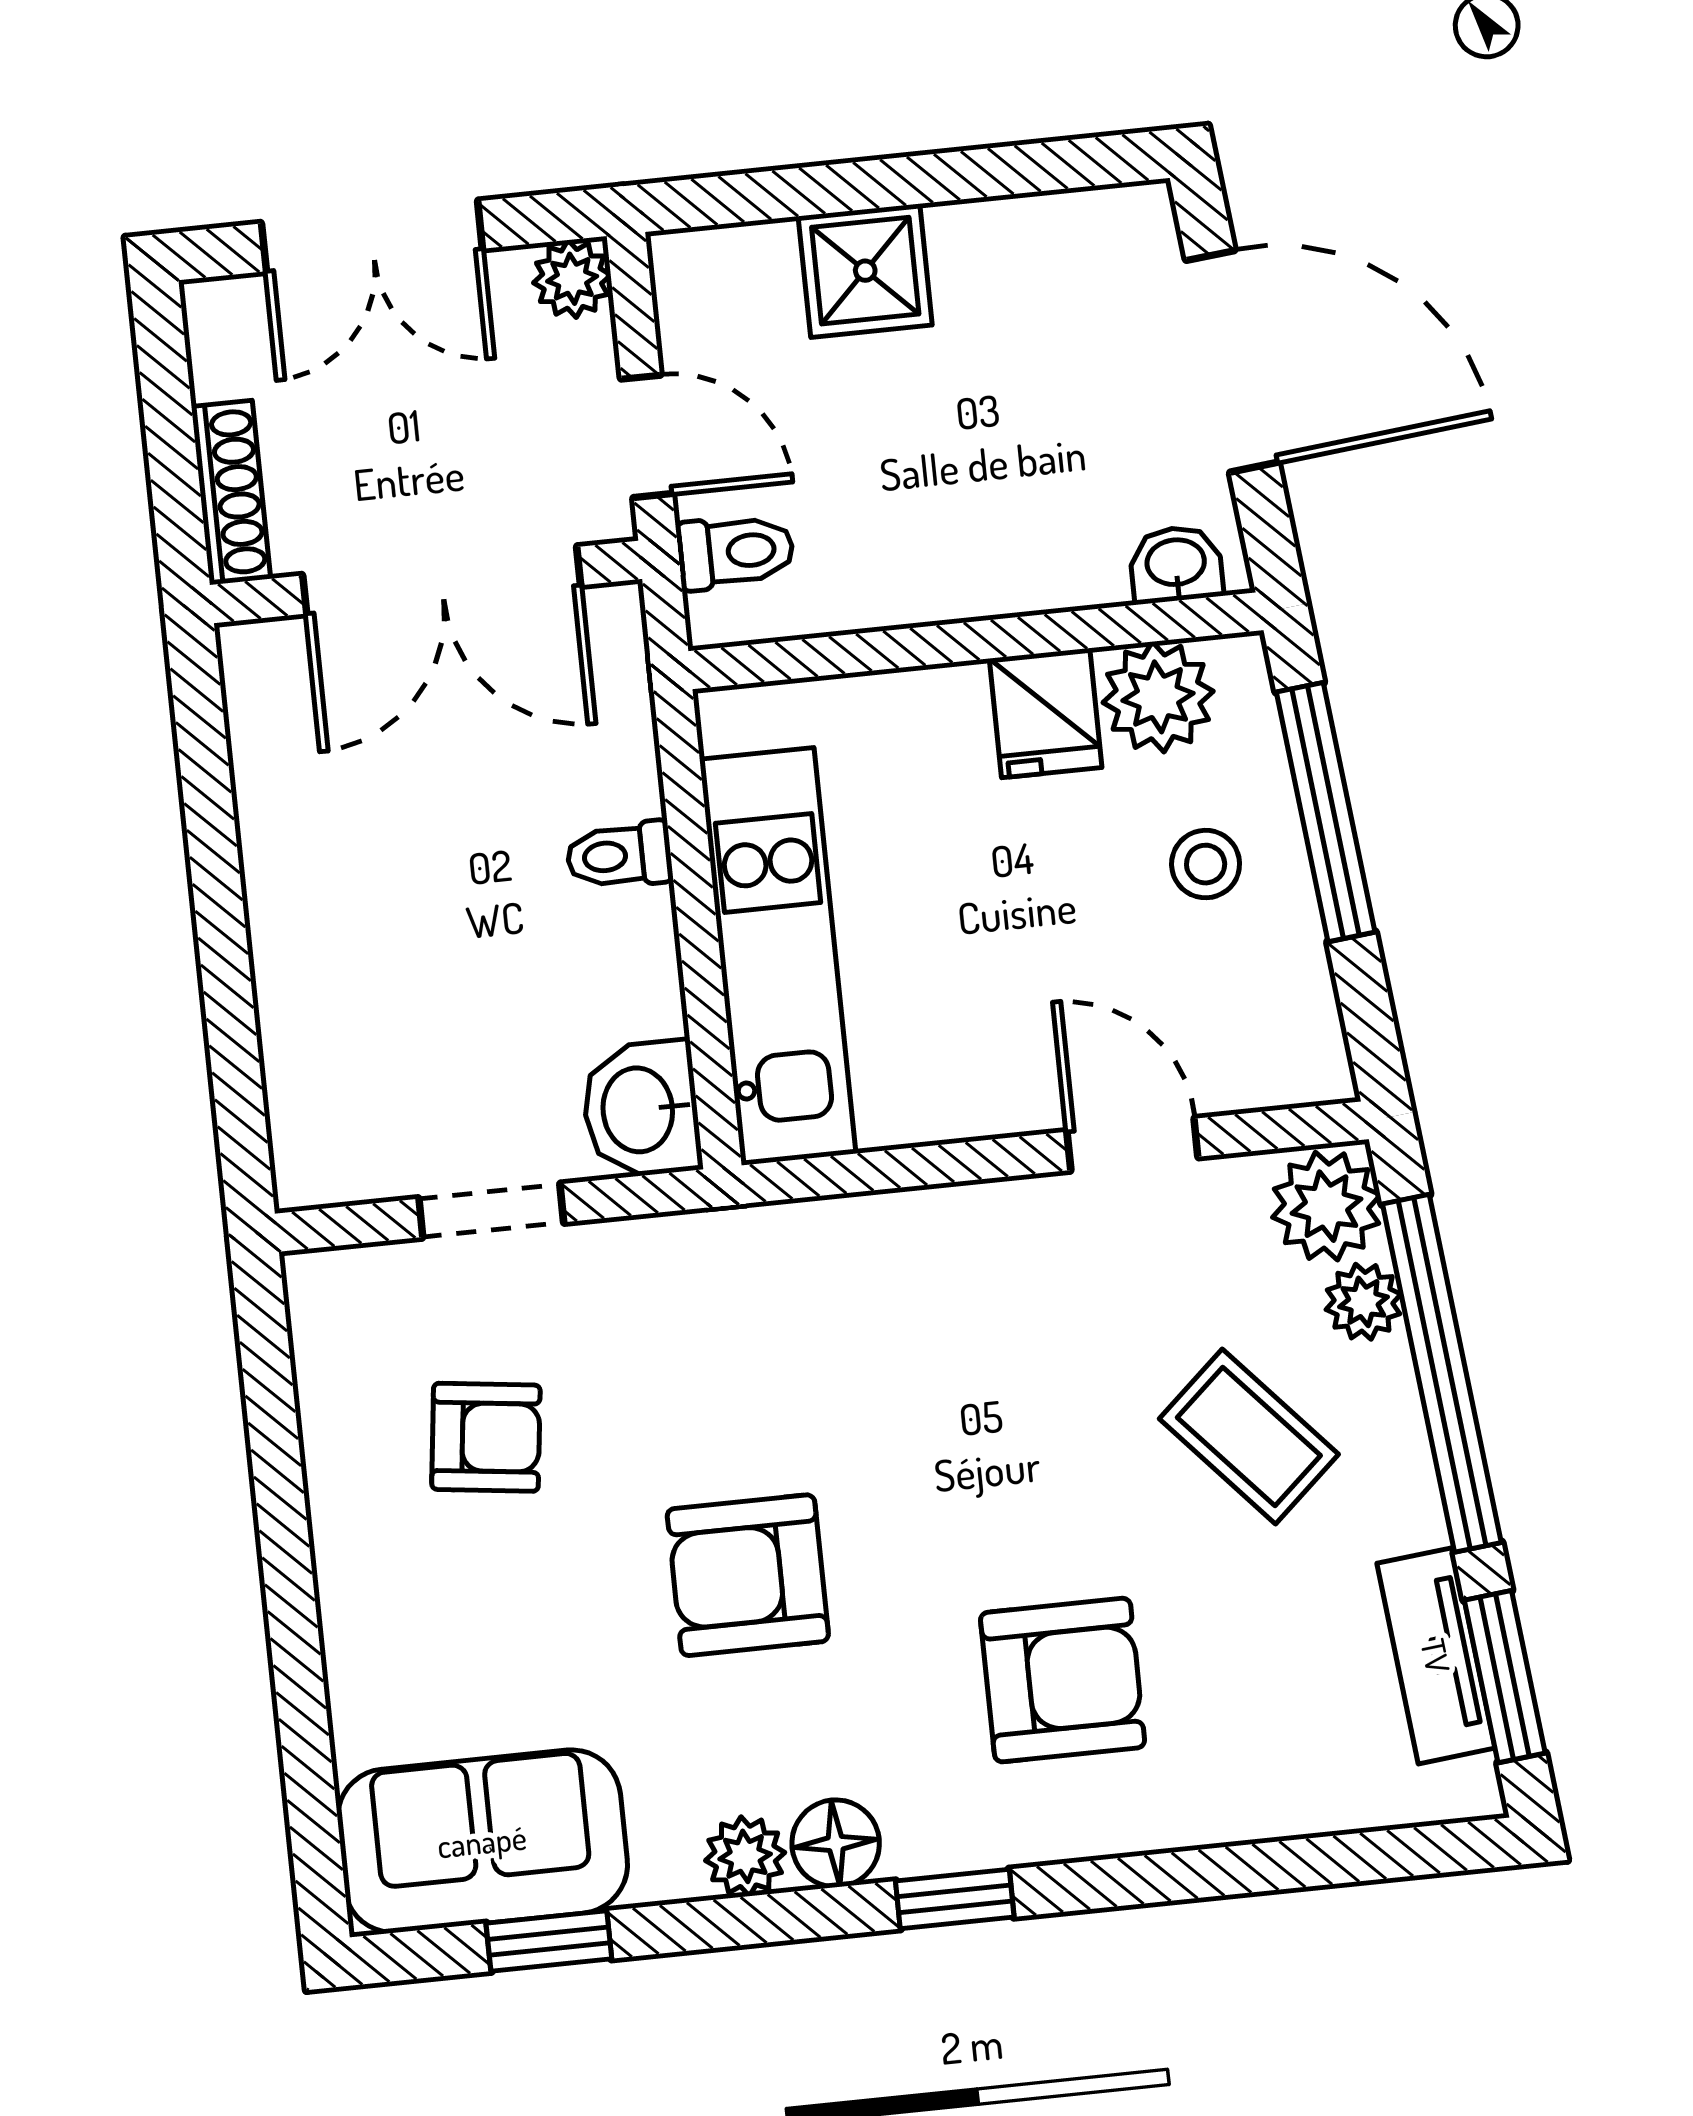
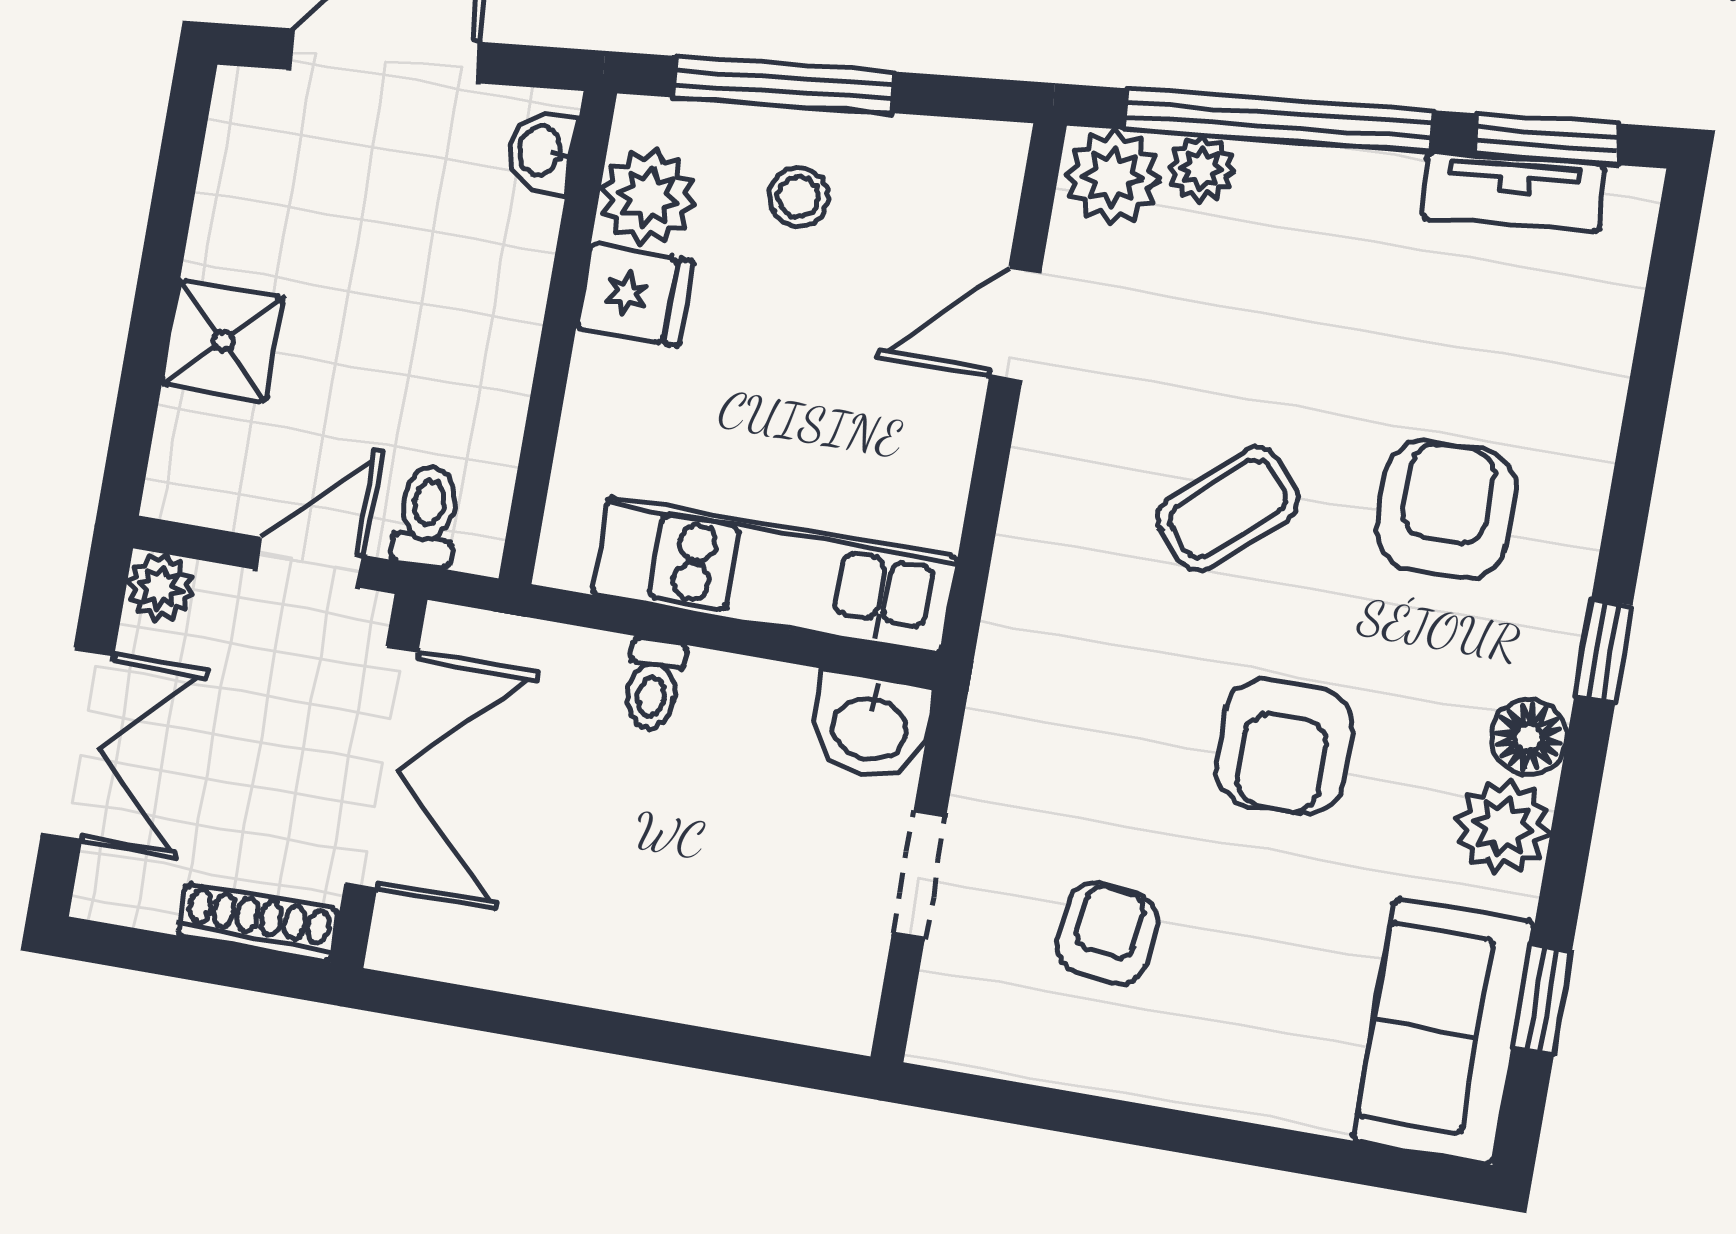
coffee table: (1249, 1436) -> (1228, 509), moved
plant: (745, 1856) -> (1503, 826), width x1.38, depth x1.38

